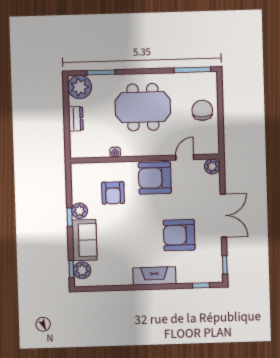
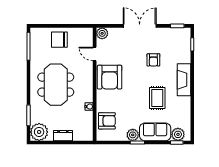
armchair: (113, 193) -> (107, 121), moved
armchair: (179, 235) -> (153, 60), width x0.53, depth x0.53
rug: (129, 242) -> (157, 98), added

